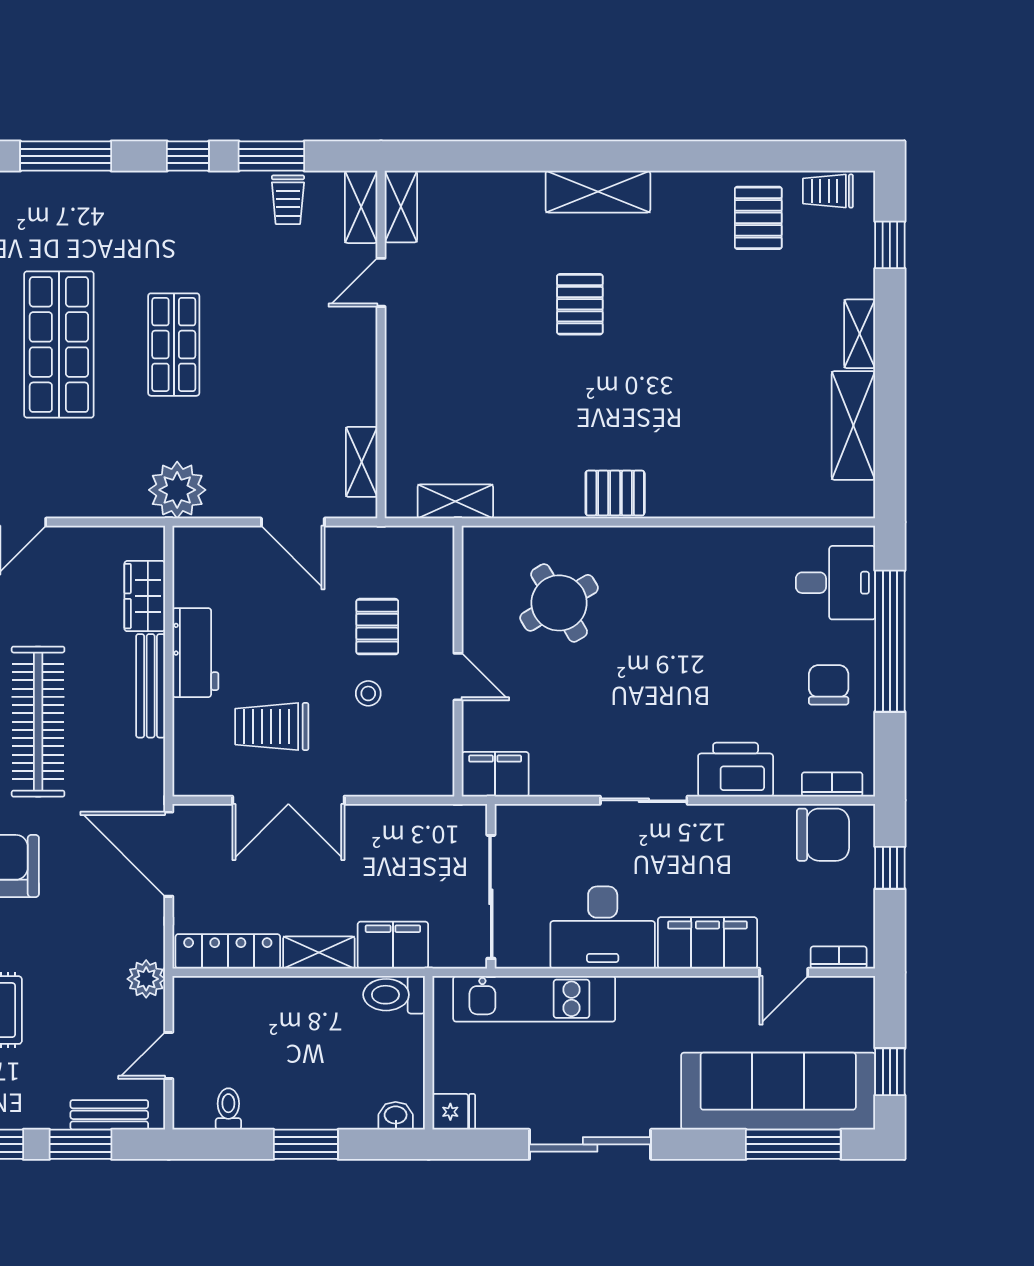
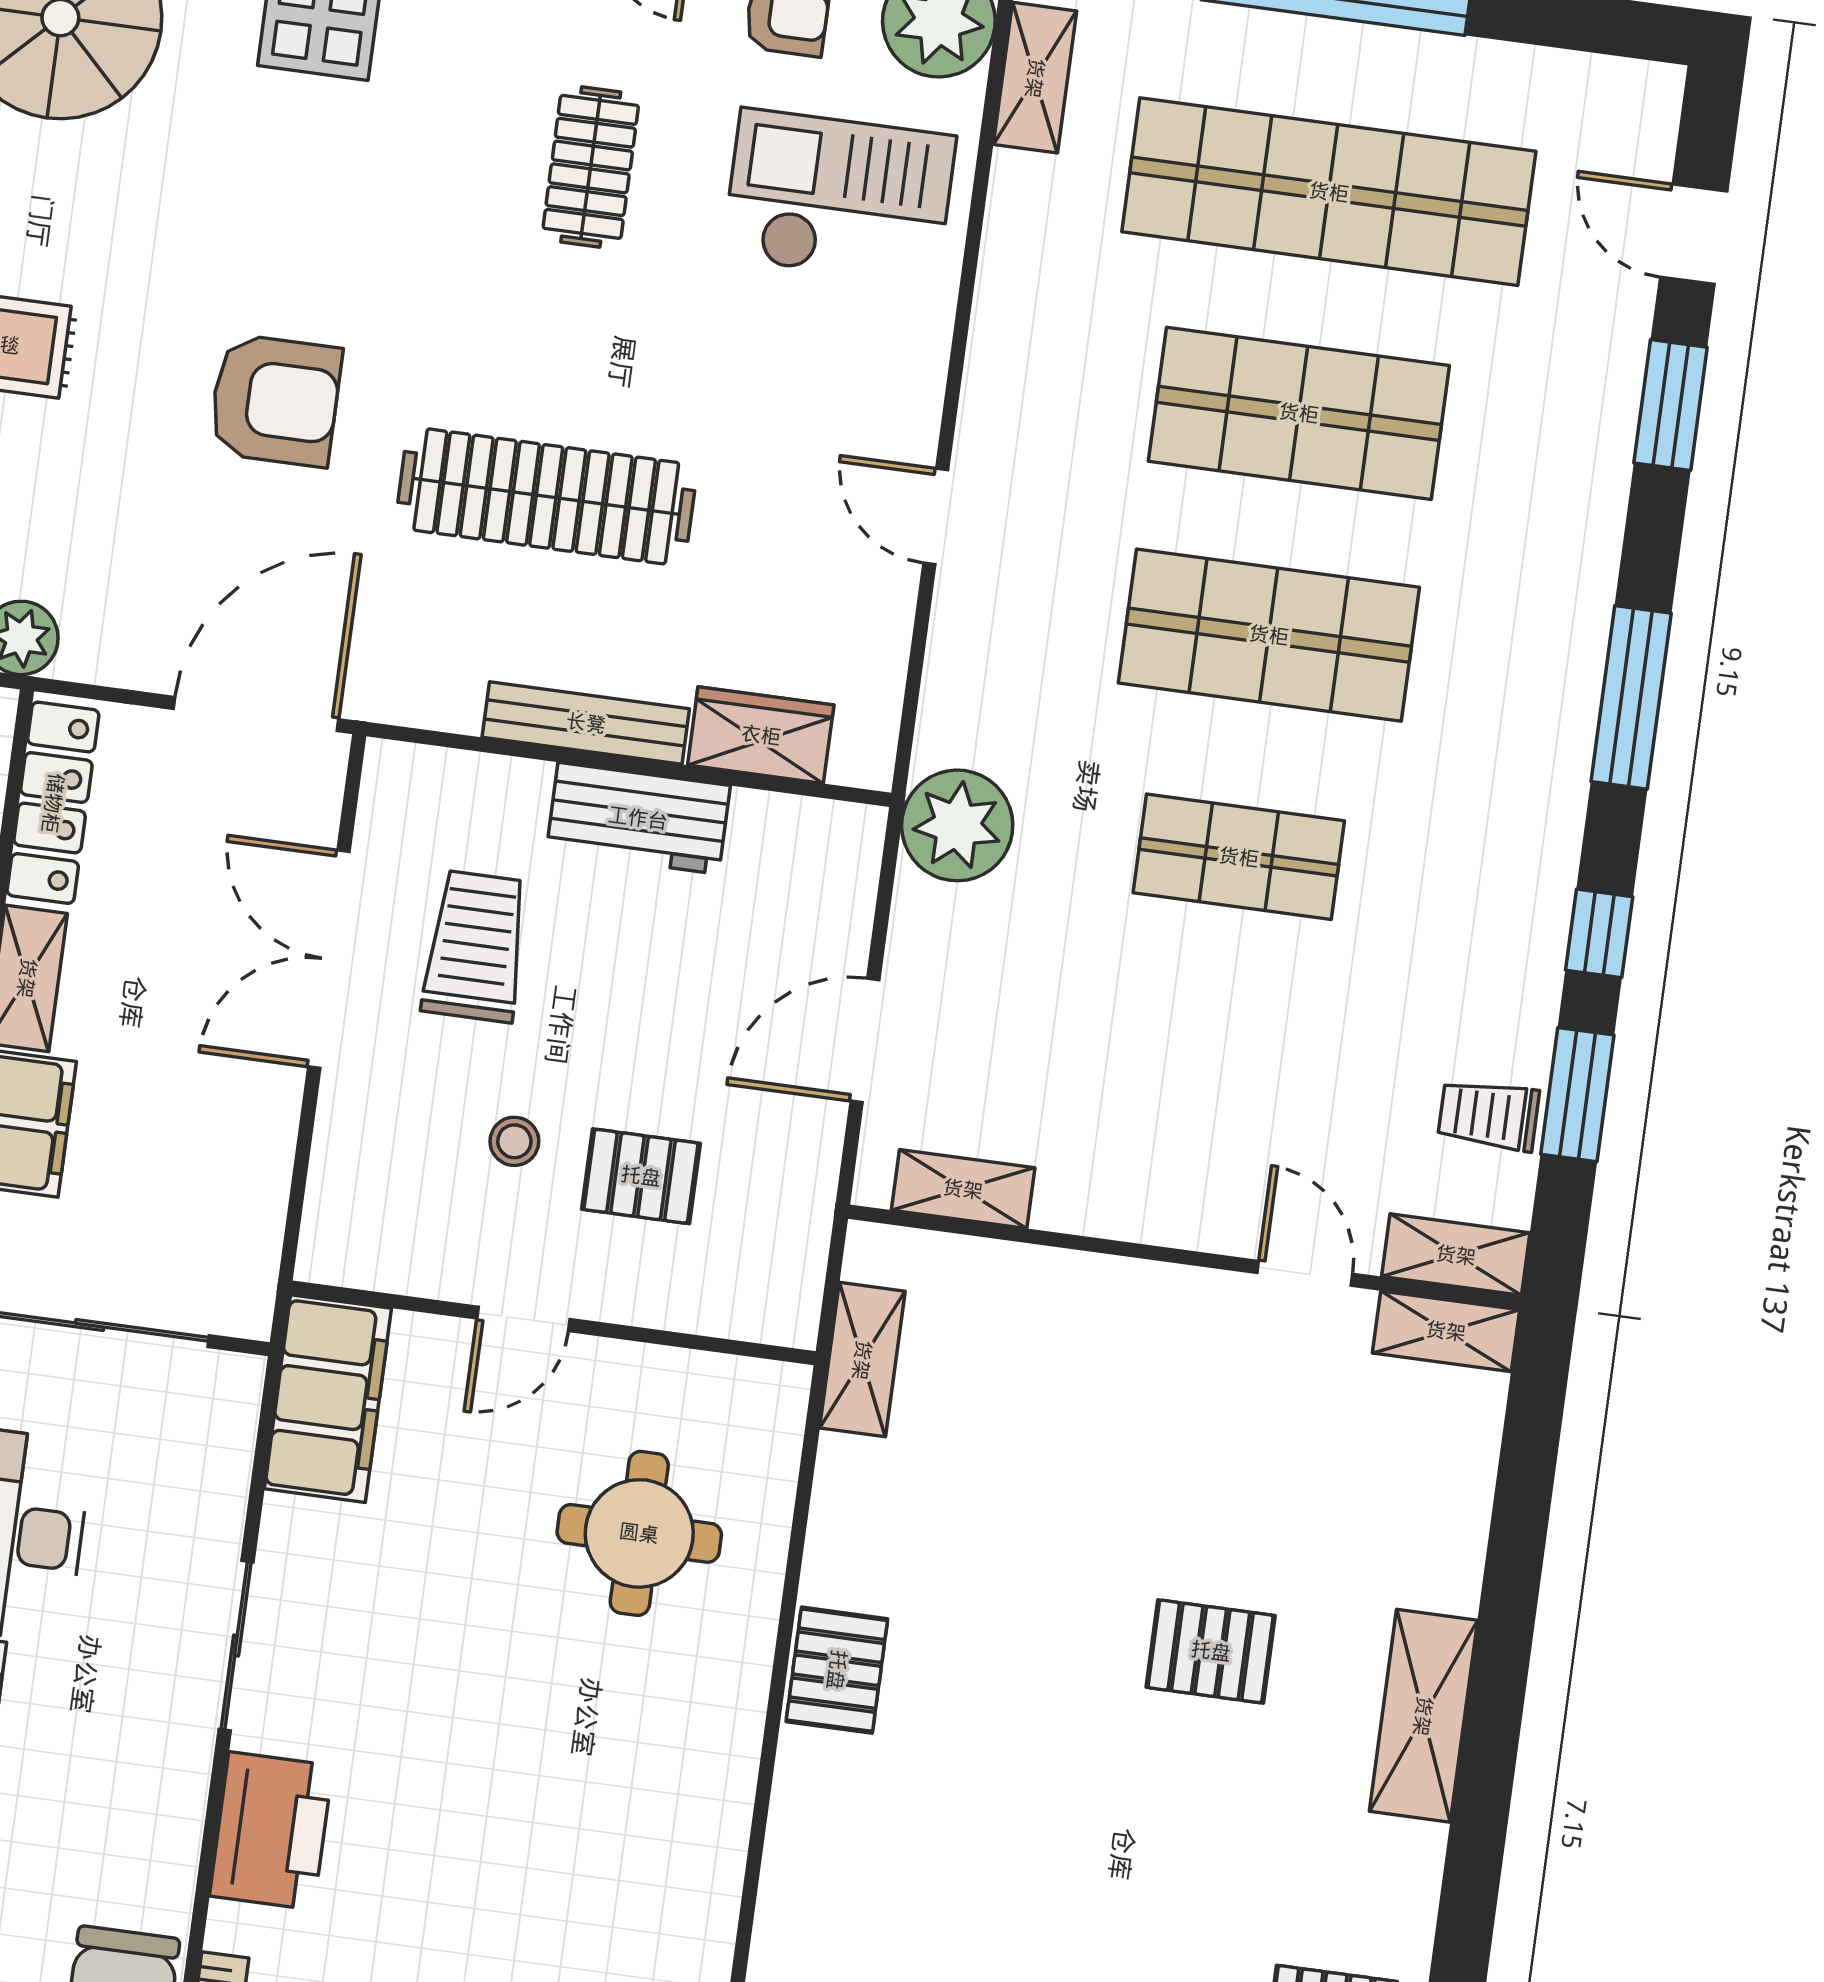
round table: (559, 603) -> (639, 1533), turned 31
filing cabinet: (495, 774) -> (328, 1399), width x1.50, depth x1.17

